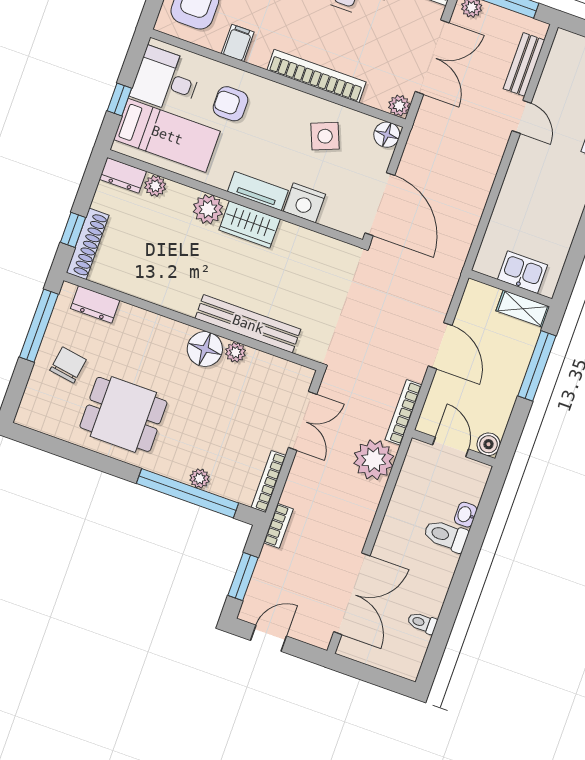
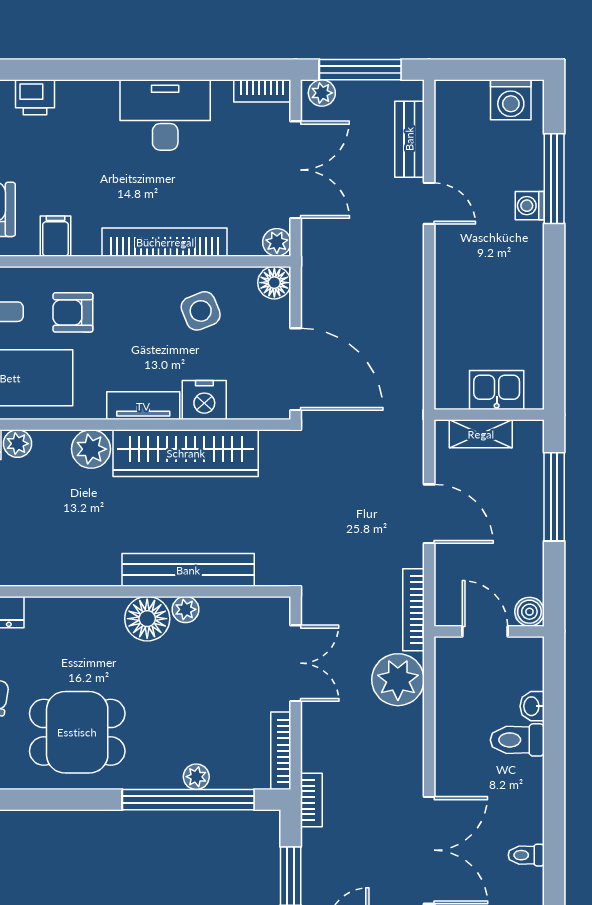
wardrobe: (250, 225) -> (186, 453), width x2.10, depth x1.17
shelving: (523, 309) -> (481, 434), moved

